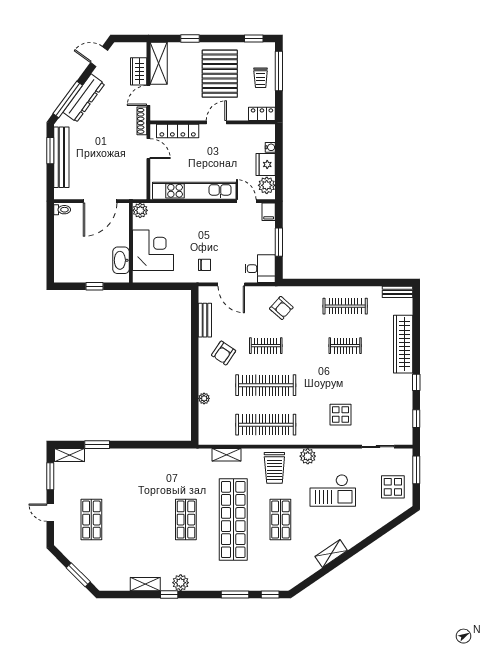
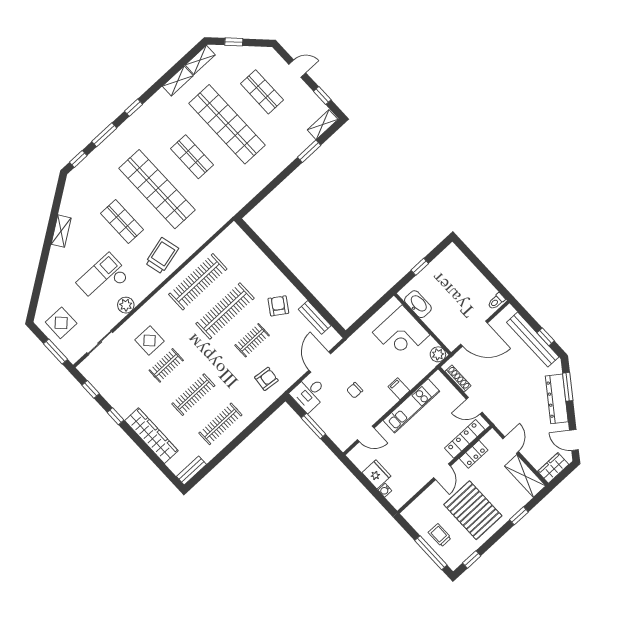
door: (99, 57) -> (574, 440), swing flipped
wardrobe: (139, 71) -> (553, 468), moved, turned -90
window: (68, 99) -> (568, 387), width x0.69
locker: (262, 114) -> (474, 454), moved
shoe rack: (142, 121) -> (458, 379), moved
window: (50, 151) -> (546, 337), width x0.67
plant: (267, 185) -> (361, 460), removed
kitchen unit: (194, 191) -> (411, 406), width x0.73
door: (100, 201) -> (474, 334), swing flipped
filing cabinet: (269, 212) -> (399, 389), moved
chair: (205, 265) -> (355, 390), moved
door: (231, 284) -> (320, 362), hinge flipped
armchair: (281, 308) -> (266, 379), turned 144
clothes rail: (345, 346) -> (193, 395), width x1.36
clothes rail: (345, 385) -> (166, 365), added
plant: (204, 398) -> (262, 259), removed
shelving: (227, 455) -> (200, 60), moved
plant: (308, 456) -> (126, 305), moved
trolley: (274, 468) -> (162, 256), turned 76
window: (50, 476) -> (322, 96), width x0.67
shop shelf: (139, 520) -> (227, 124), added
window: (78, 575) -> (234, 42), width x0.67
plant: (181, 583) -> (153, 106), removed
window: (169, 594) -> (133, 108), moved

